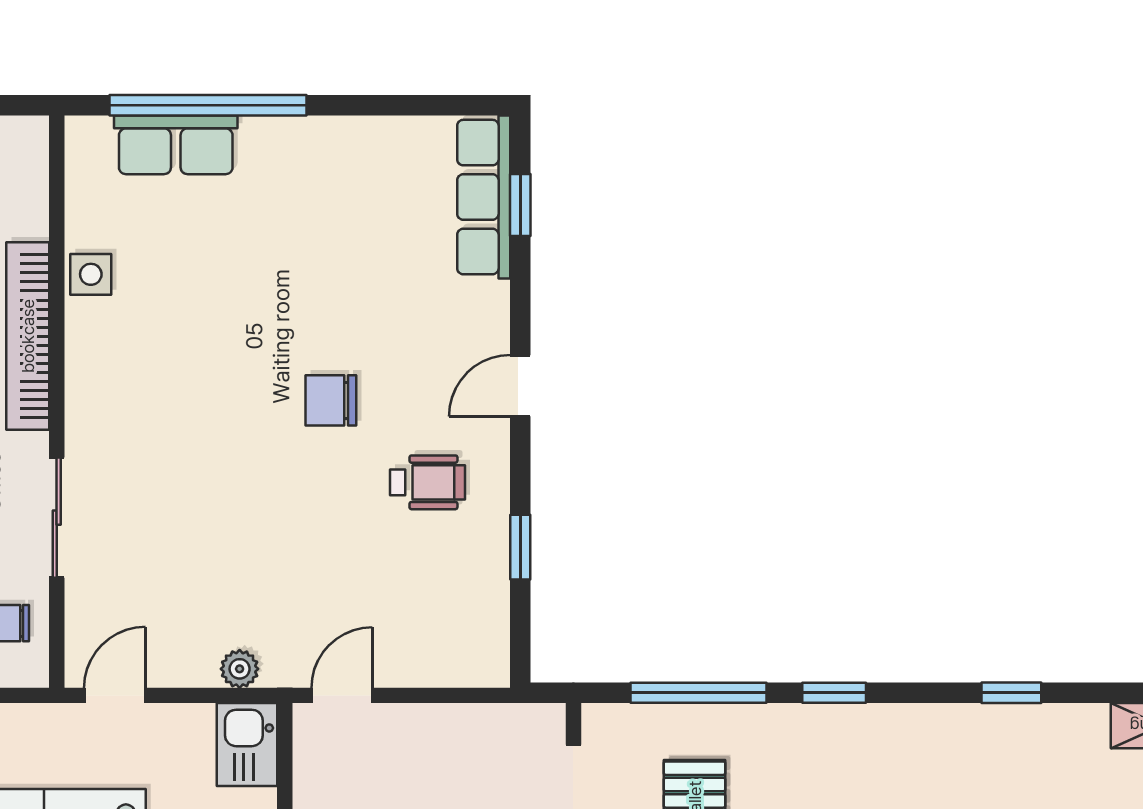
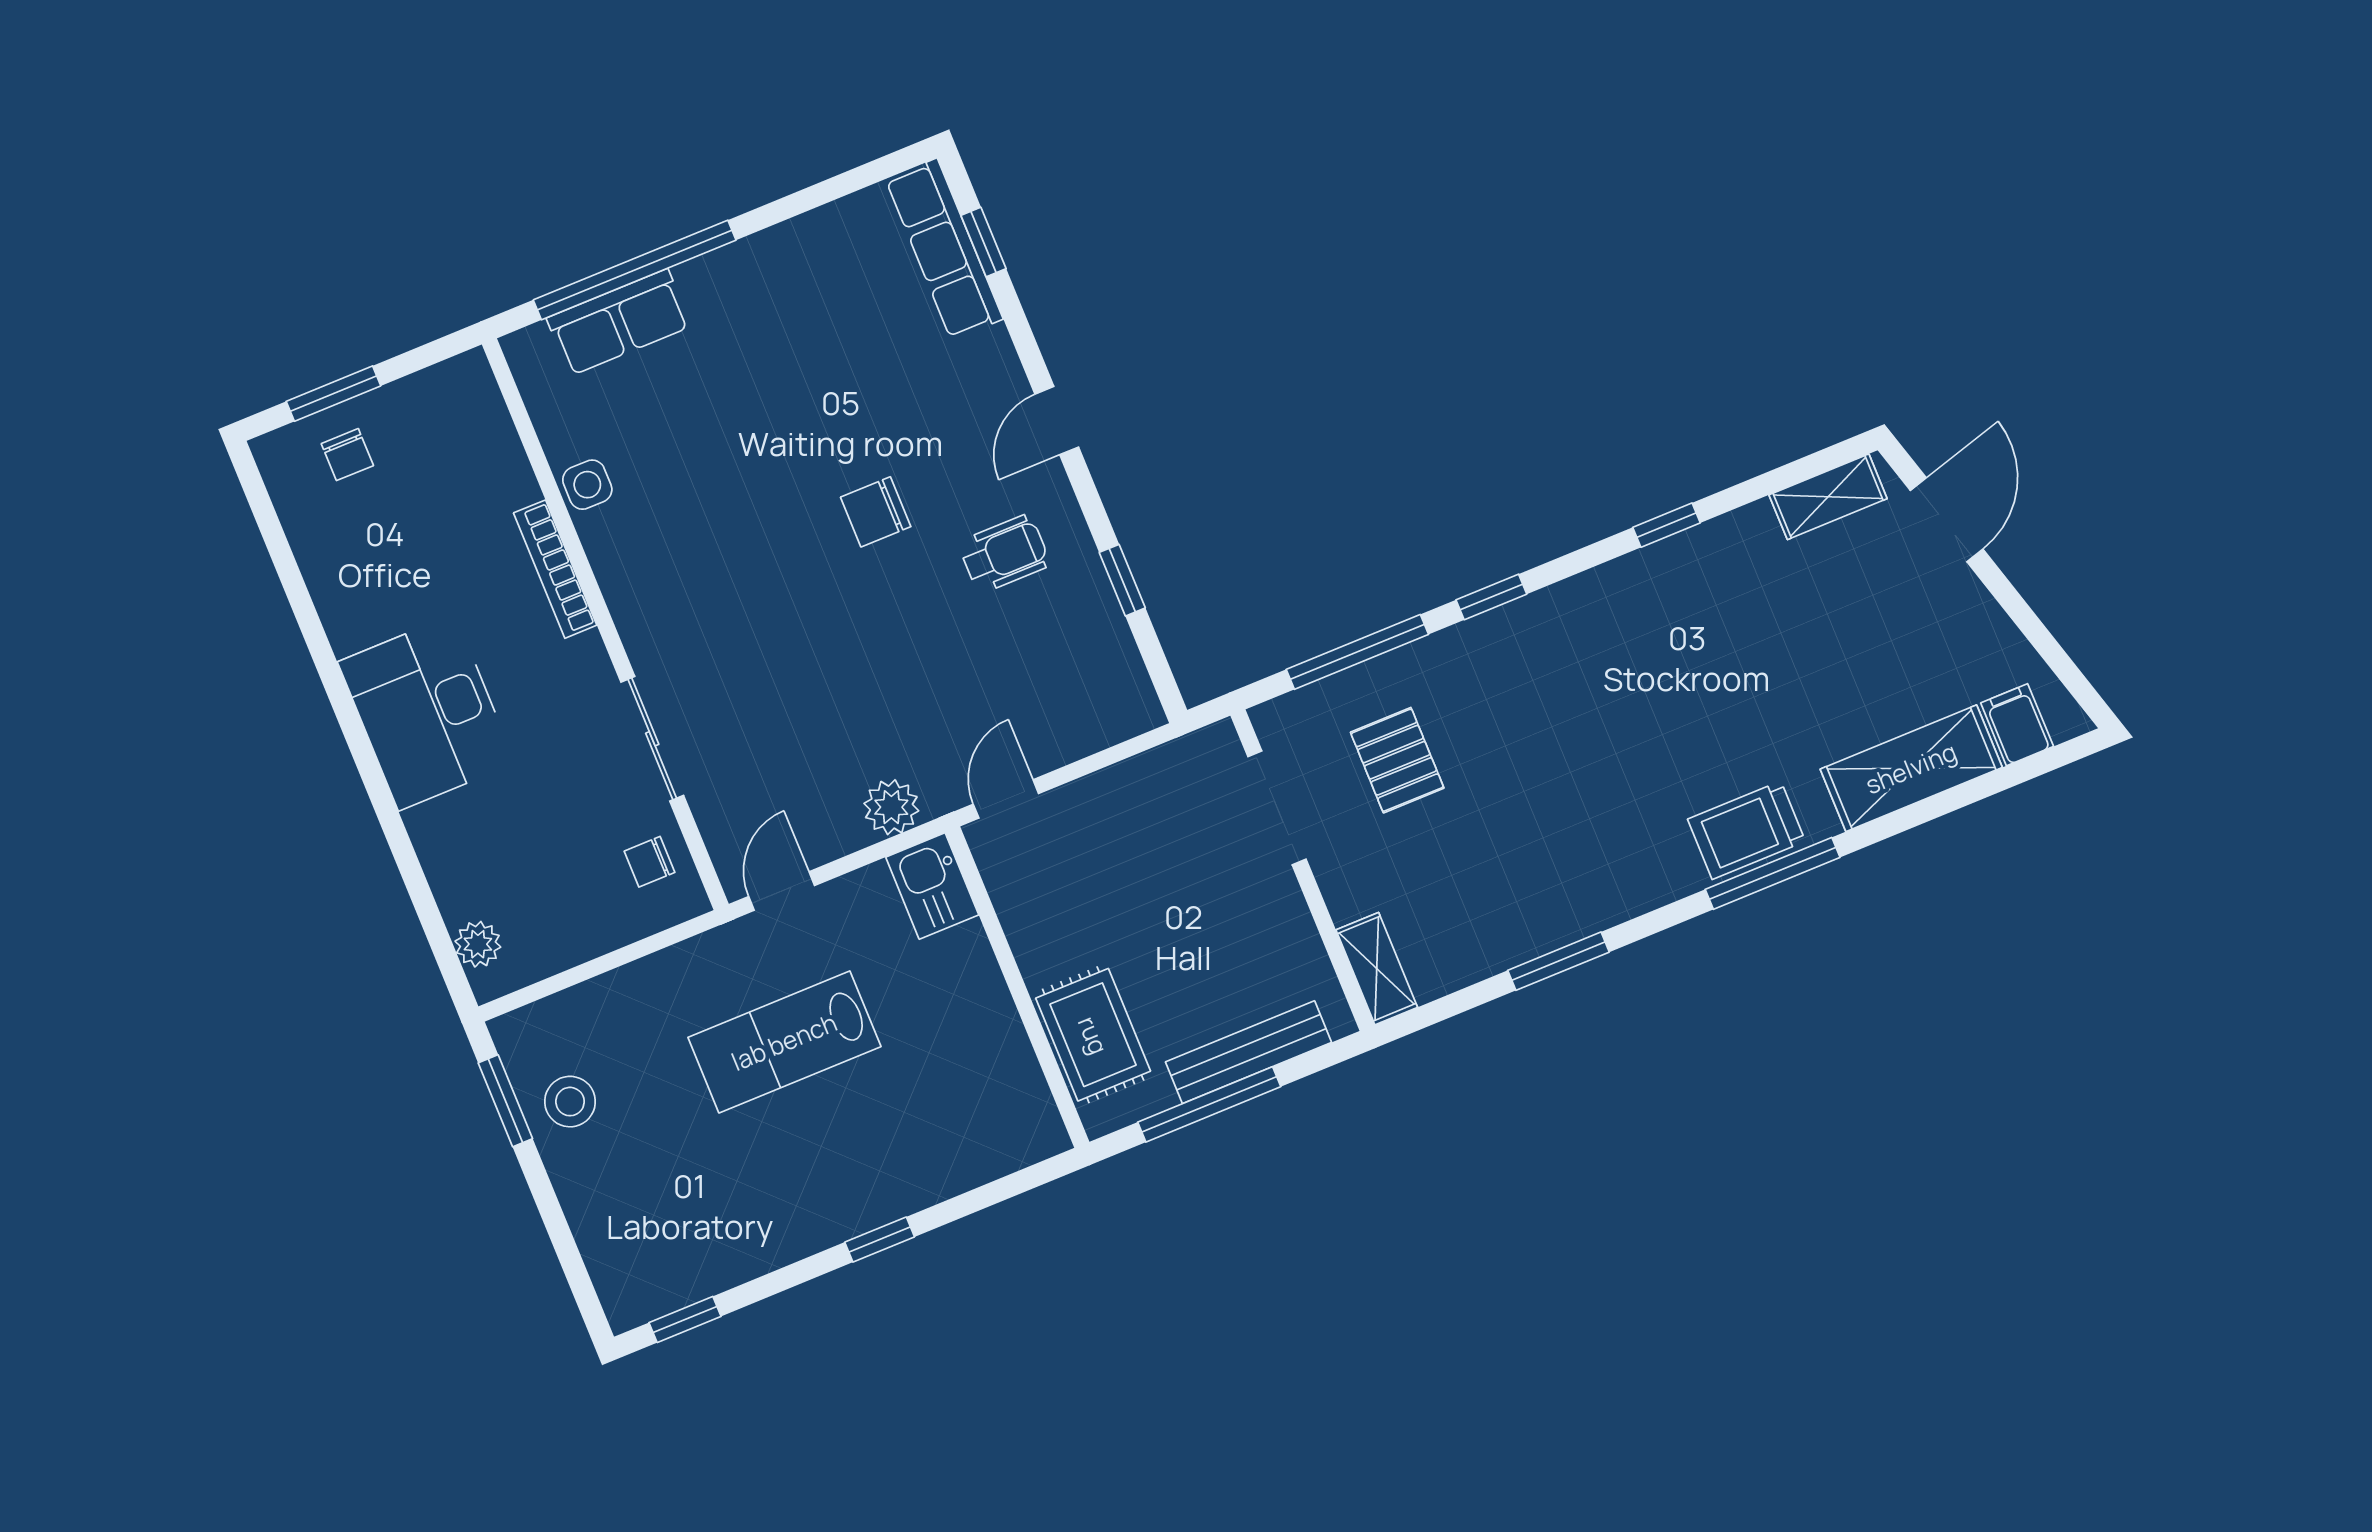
bookcase: (28, 336) -> (555, 569), width x0.68, depth x0.76
plant: (240, 669) -> (891, 807), width x1.38, depth x1.38

